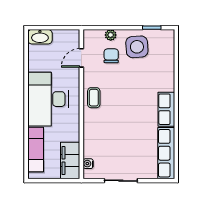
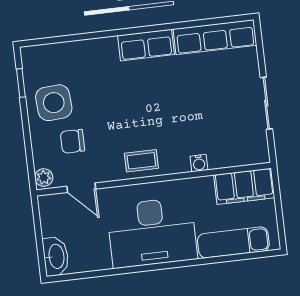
plant: (111, 35) -> (44, 178), moved
water cooler: (88, 164) -> (199, 163), moved

